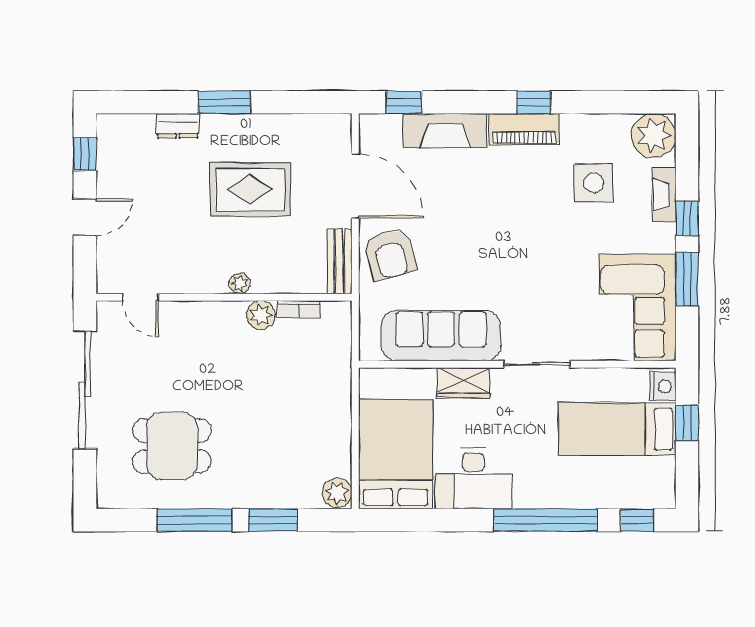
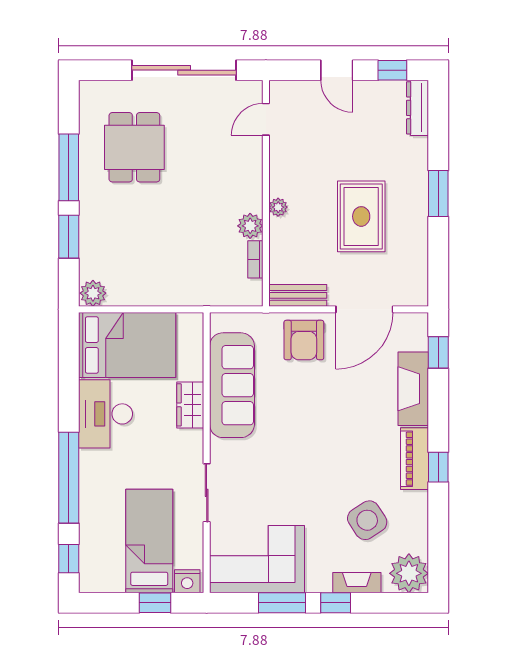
dresser: (178, 126) -> (418, 108), moved, width x1.44
side table: (594, 183) -> (367, 520), turned -33
armchair: (390, 254) -> (304, 340), turned -74
sliding door: (537, 364) -> (207, 493), moved

